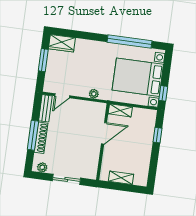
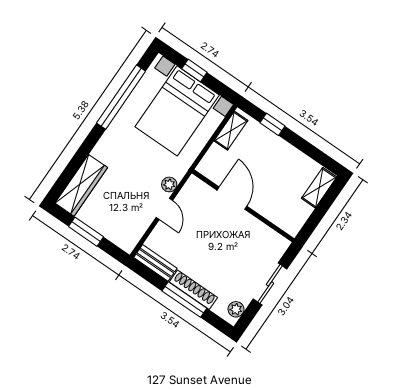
wardrobe: (62, 43) -> (81, 185), width x1.50
window: (163, 93) -> (194, 70), moved
door: (62, 96) -> (164, 209), moved
shelving: (120, 110) -> (231, 131), moved
shelving: (121, 178) -> (319, 188), moved

